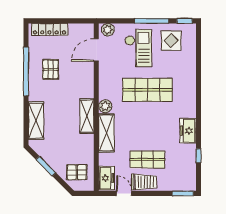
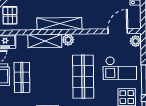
door: (96, 50) -> (118, 31), hinge flipped
shelving: (87, 116) -> (59, 24), width x1.47

